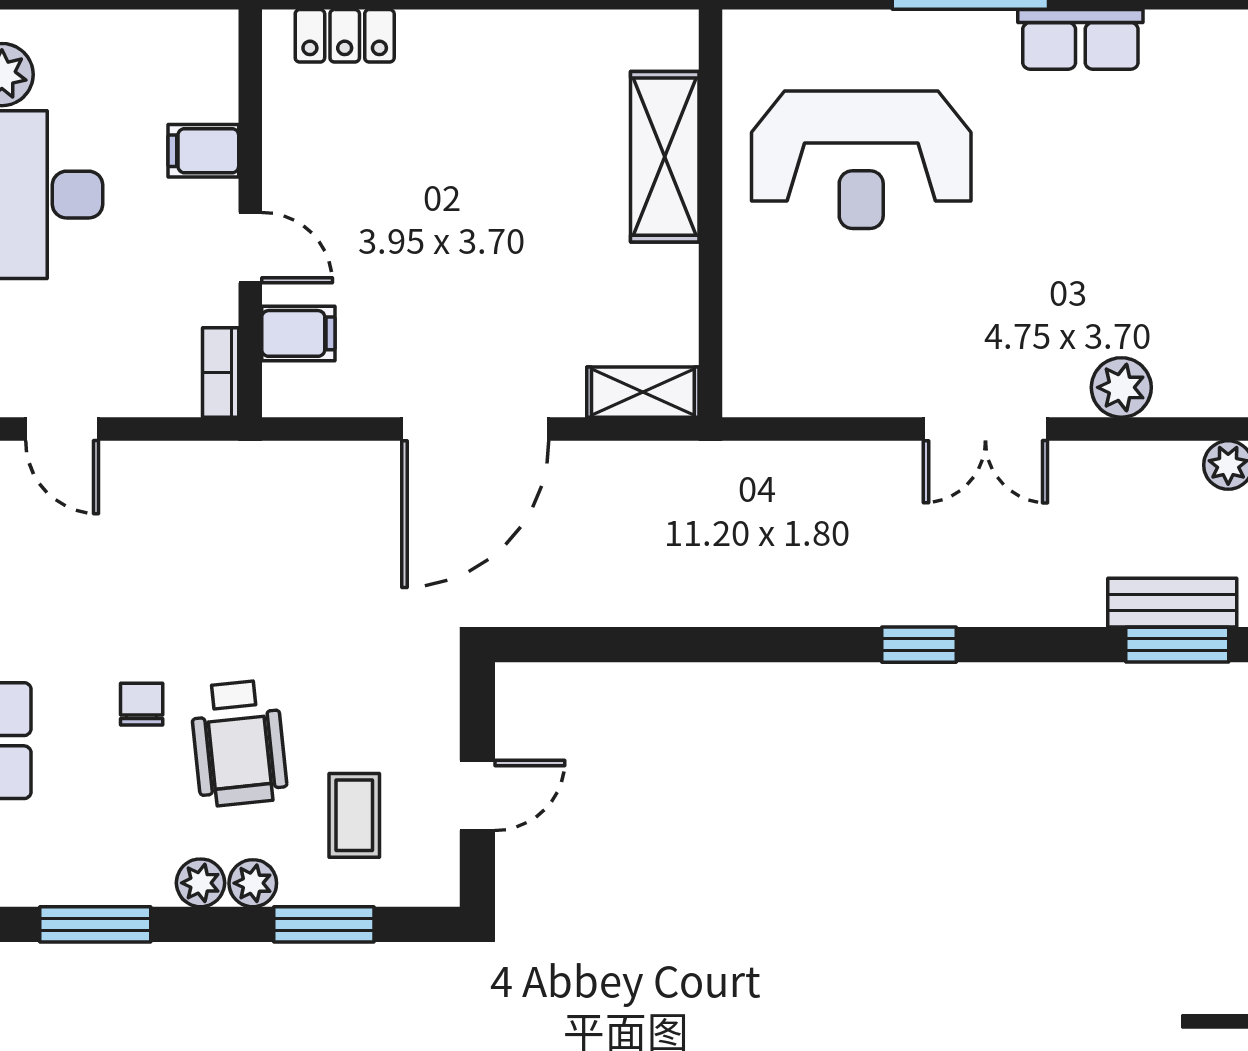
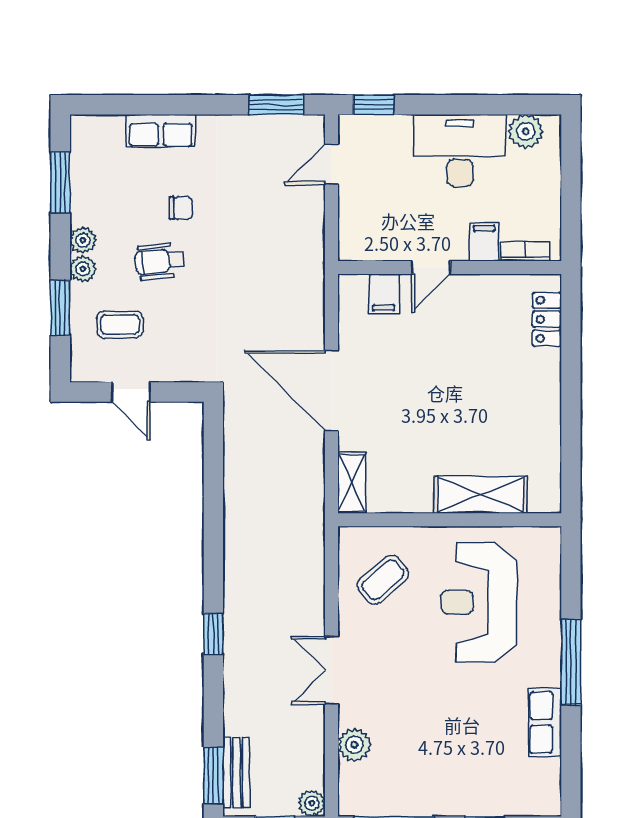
coffee table: (820, 335) -> (383, 580), added
bookcase: (221, 373) -> (526, 251), moved
wheelchair: (239, 743) -> (159, 261), width x0.73, depth x0.73

